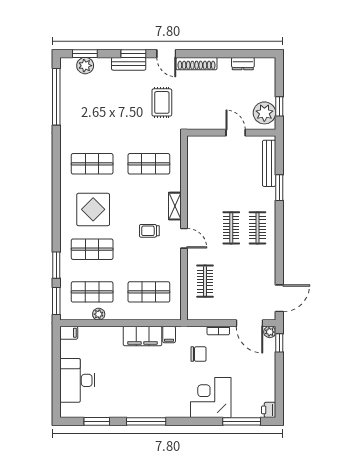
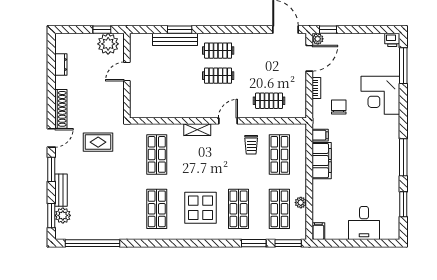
bench: (129, 64) -> (61, 190), moved
bench: (269, 163) -> (175, 39), moved
trolley: (149, 231) -> (251, 145), moved
desk: (77, 380) -> (364, 223), width x0.73

